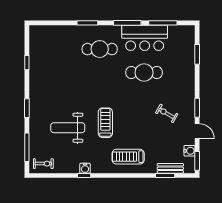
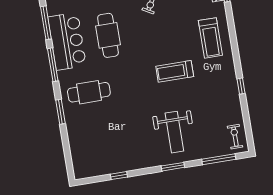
cafe table: (100, 49) -> (89, 92), turned 90
weight bench: (68, 128) -> (174, 132), moved
water cooler: (85, 168) -> (232, 87), removed

